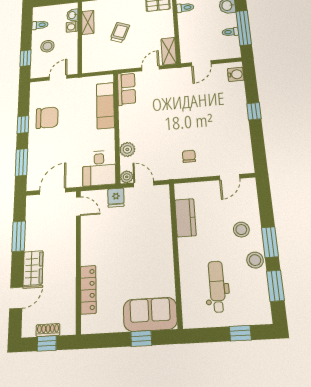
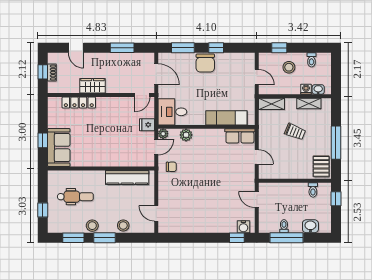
shelving: (169, 51) -> (271, 104), moved
window: (254, 111) -> (237, 238), moved
chair: (47, 118) -> (205, 63), moved
chair: (189, 156) -> (171, 167), moved
kitchen counter: (185, 218) -> (127, 178), width x1.50
stool: (241, 230) -> (123, 225), moved
wardrobe: (33, 268) -> (93, 86), moved, turned 180

